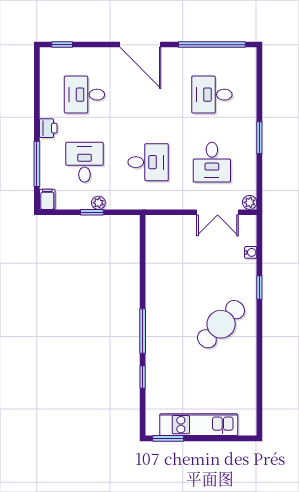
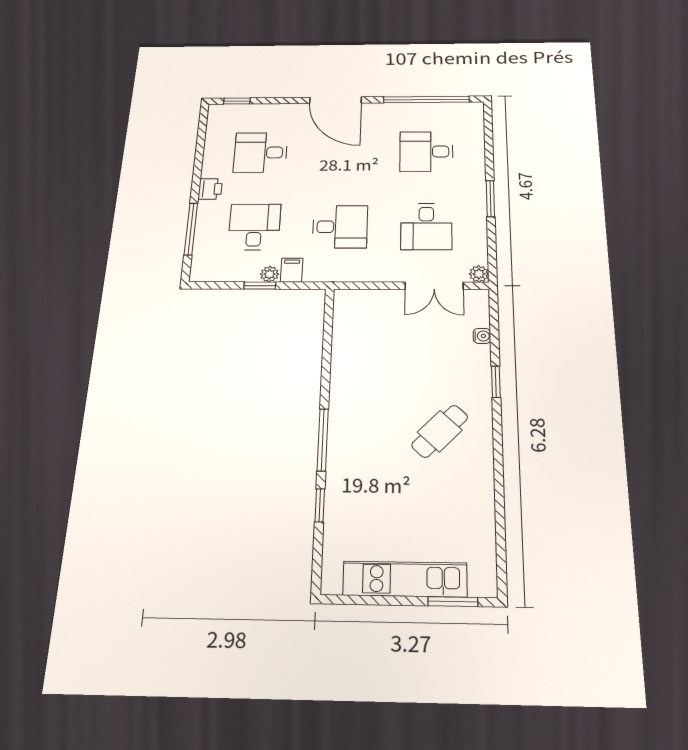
filing cabinet: (47, 199) -> (292, 270), moved
cafe table: (221, 324) -> (440, 431), width x0.73, depth x0.74
window: (168, 438) -> (453, 602), moved

